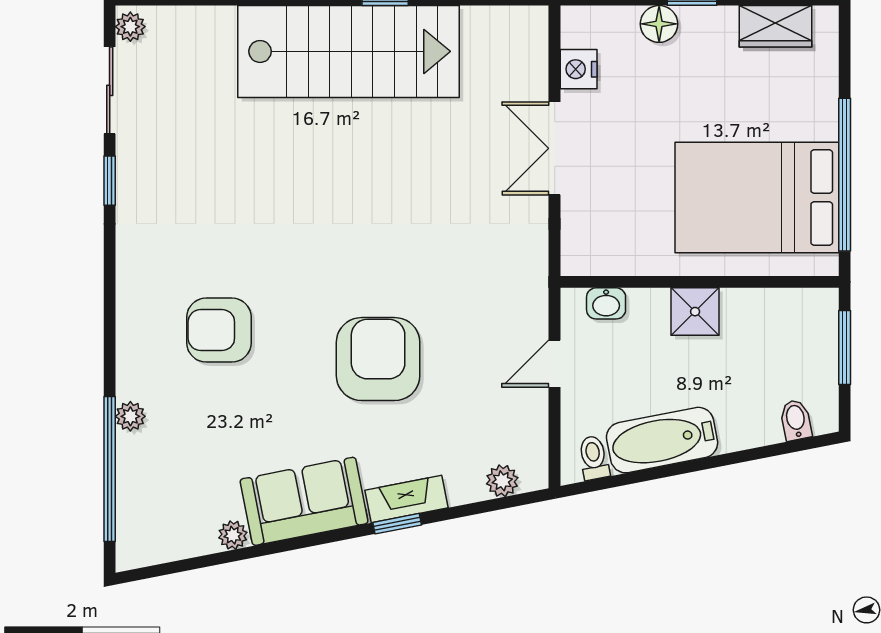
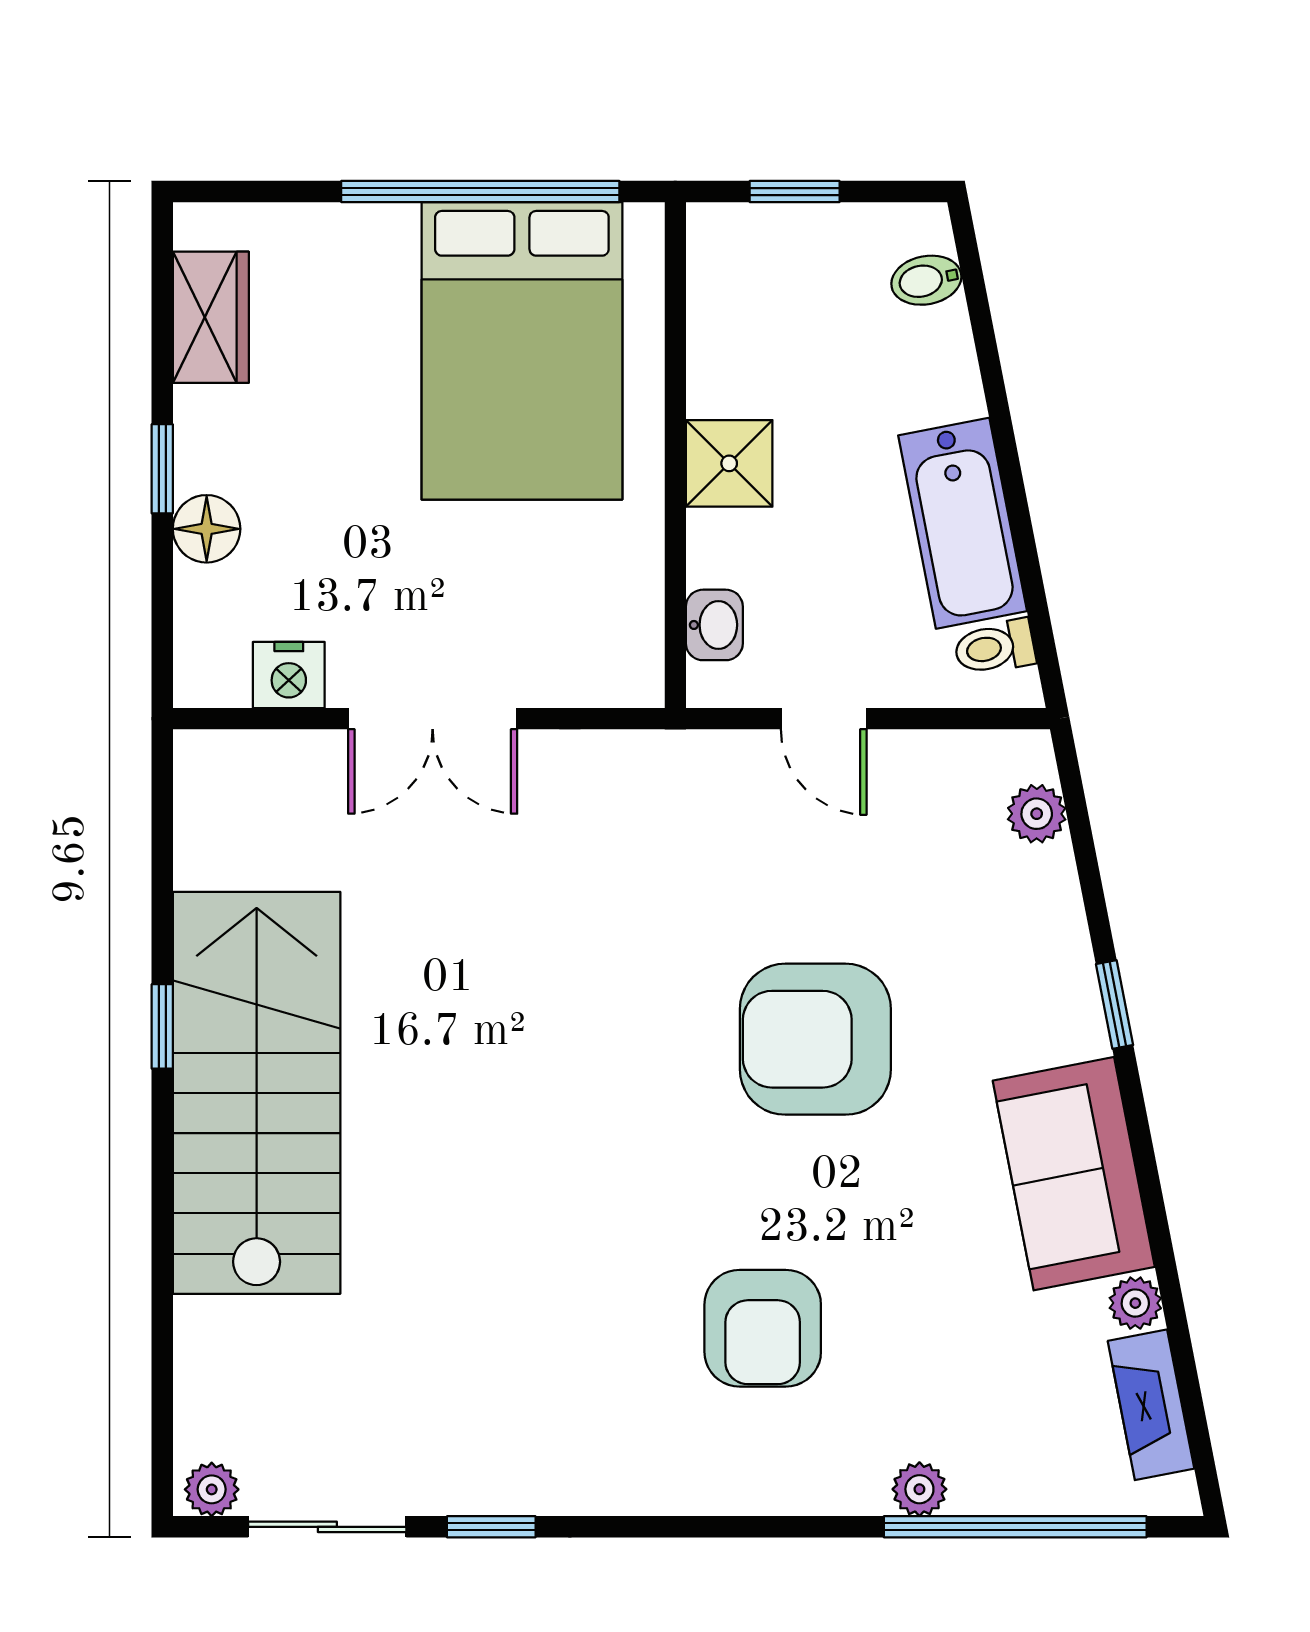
window: (845, 348) -> (795, 192), width x0.67
fireplace: (407, 499) -> (1151, 1405), moved

